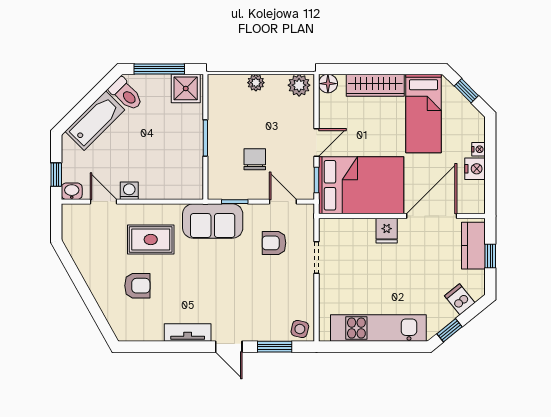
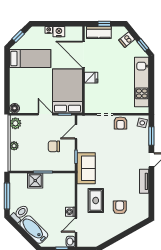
wardrobe: (375, 85) -> (15, 84), removed
shower: (186, 88) -> (35, 181), moved
armchair: (274, 243) -> (120, 123), moved

